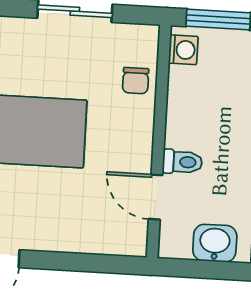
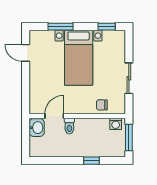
washbasin: (215, 243) -> (37, 128), moved

